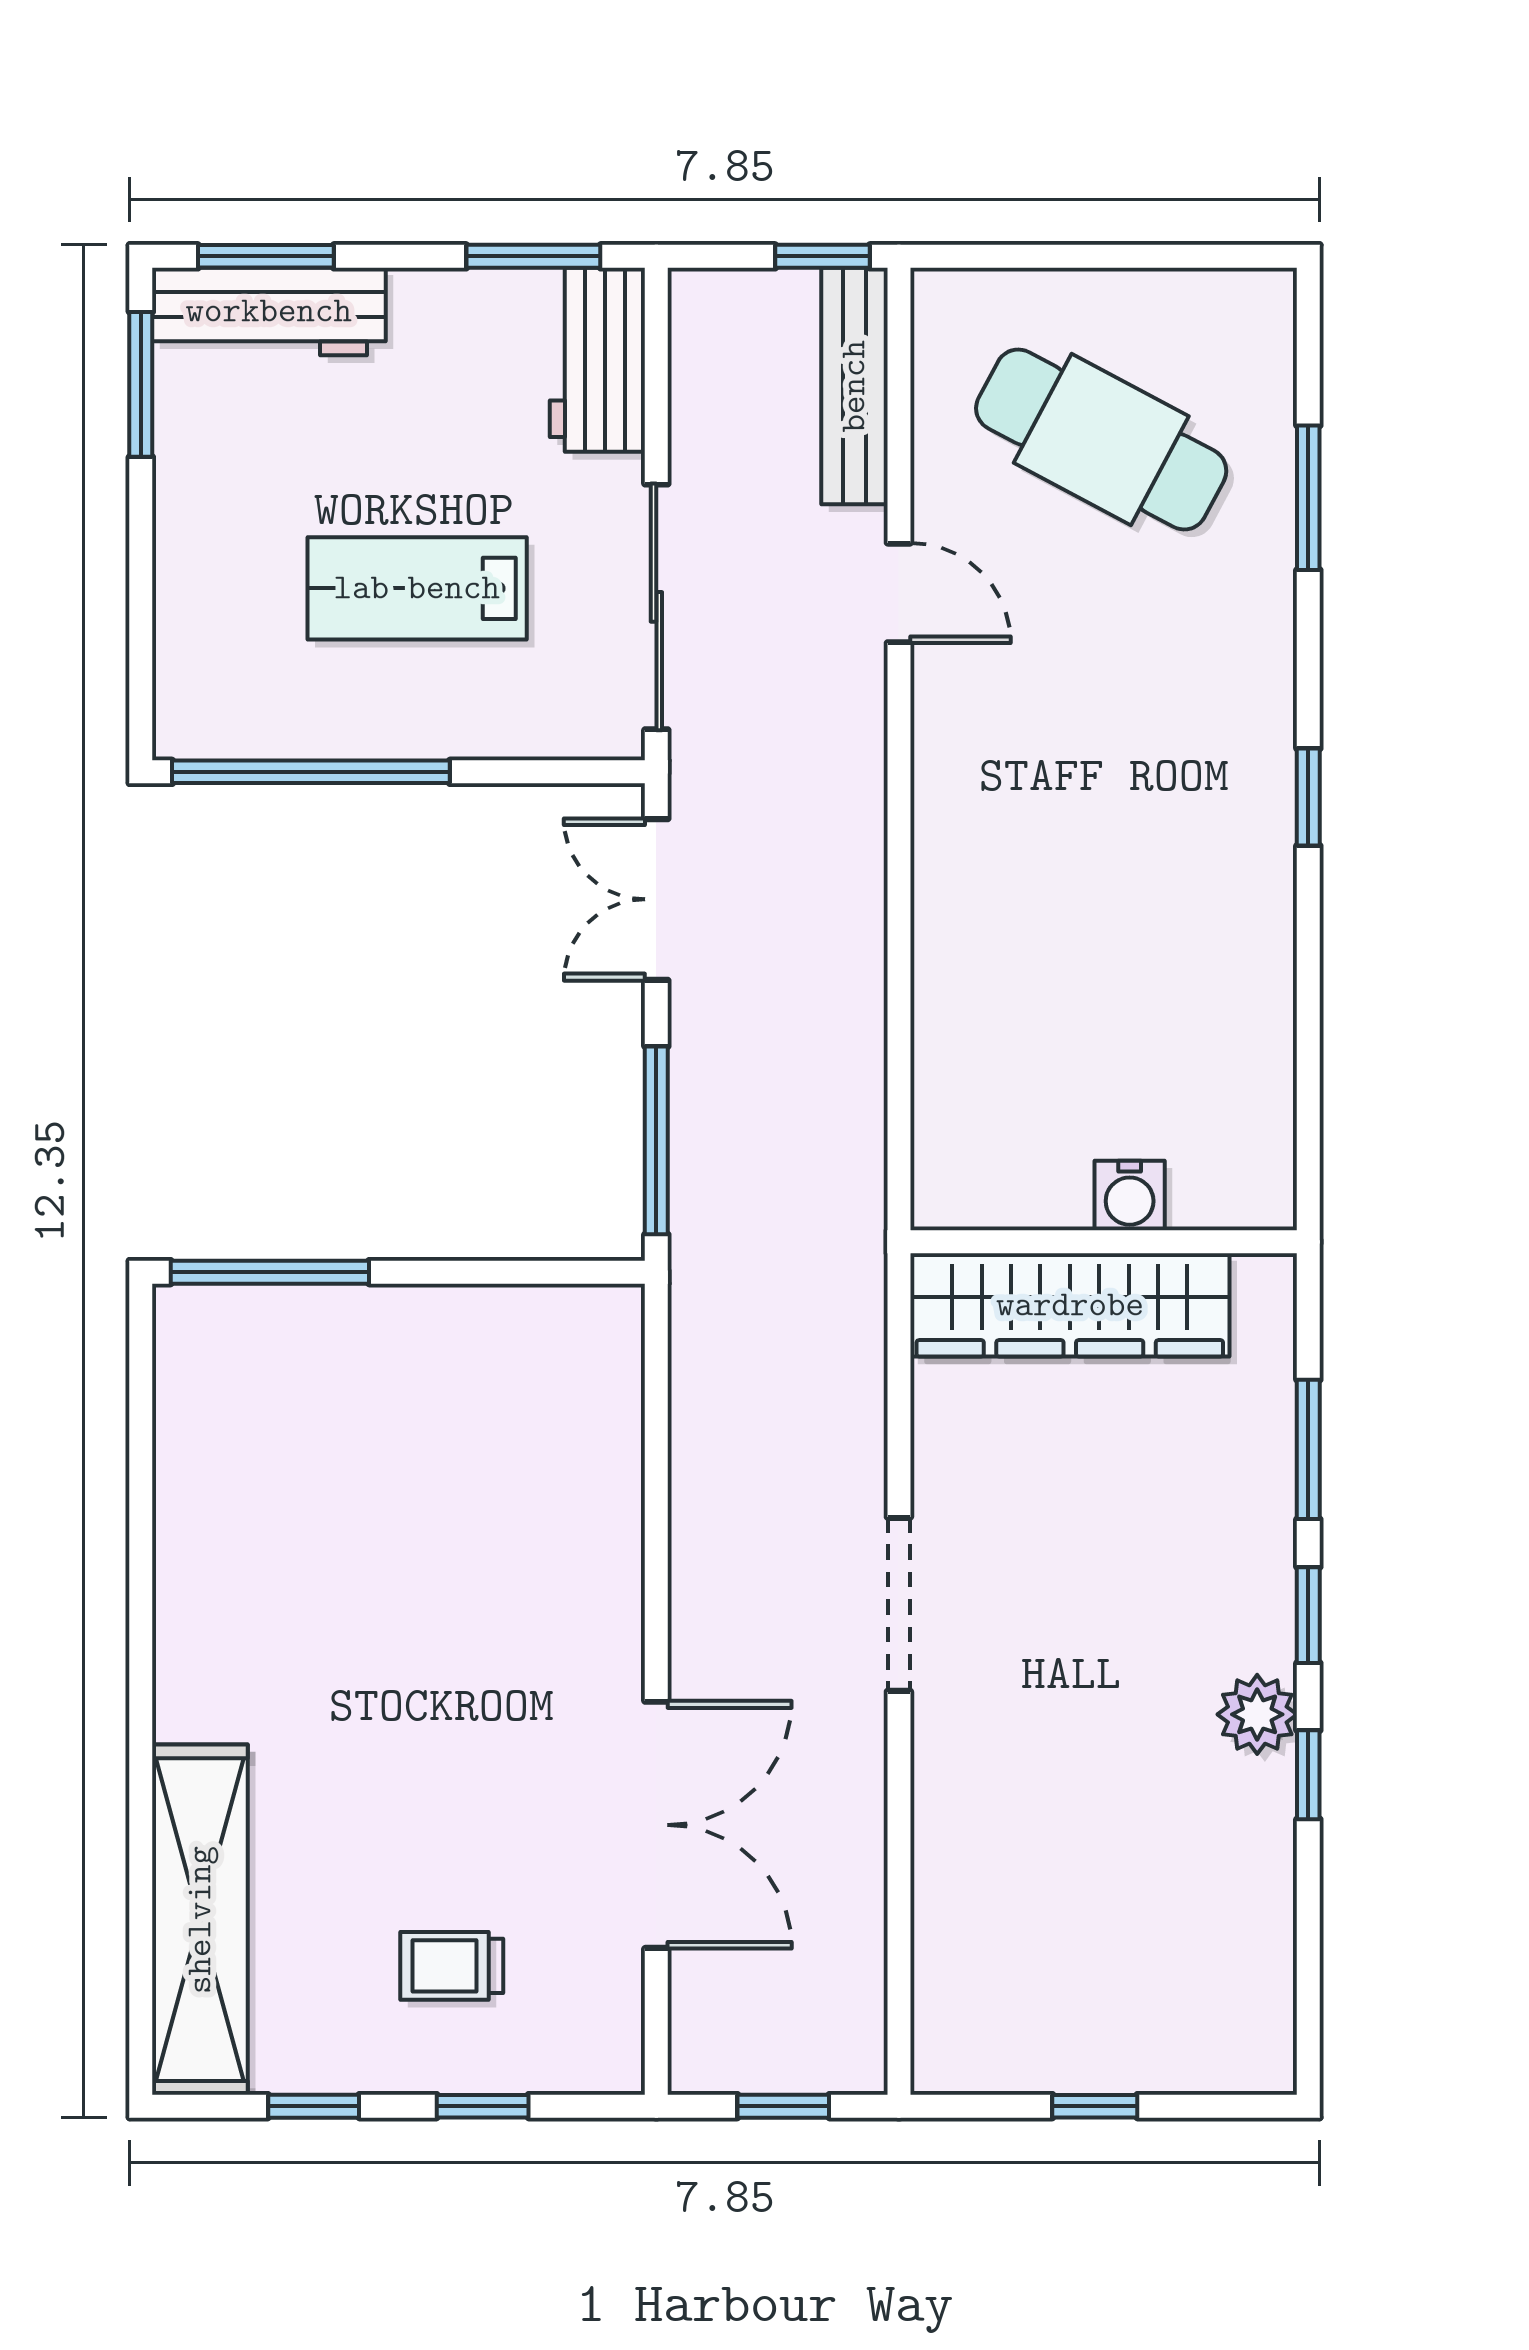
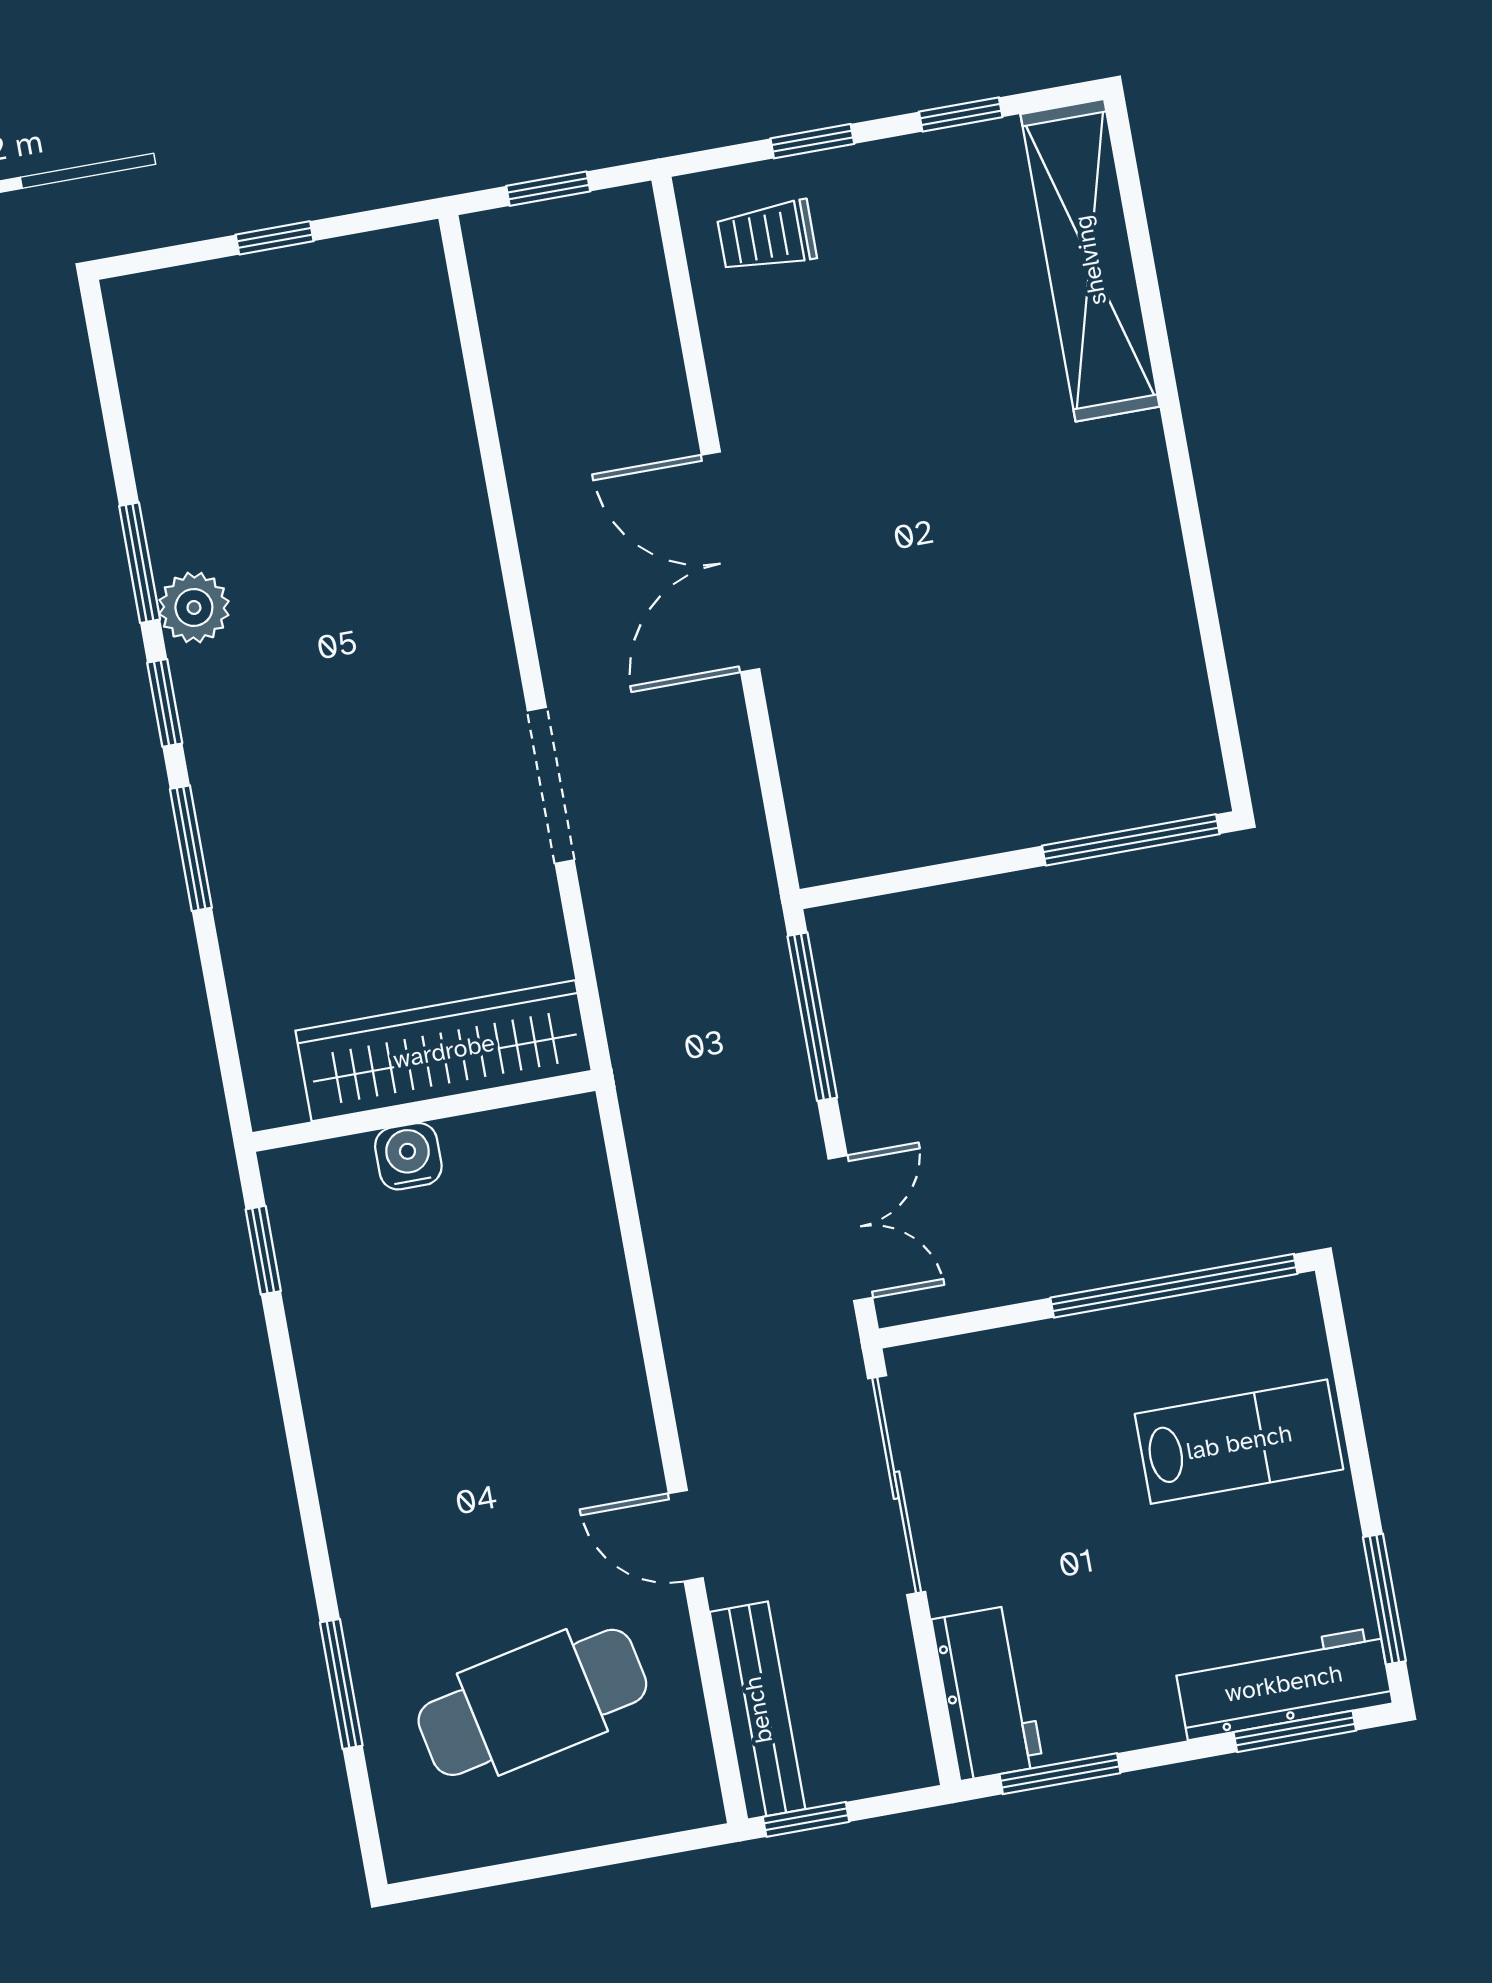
cafe table: (1101, 440) -> (532, 1702), turned -40
lab bench: (417, 588) -> (1239, 1442), moved
window: (1308, 797) -> (263, 1250), moved
water cooler: (1130, 1195) -> (408, 1156), moved
wall: (1104, 1242) -> (424, 1111), moved
wardrobe: (1070, 1305) -> (444, 1051), moved
doorway: (899, 1604) -> (551, 785), moved
window: (1308, 1775) -> (140, 563), width x1.50
double door: (656, 1825) -> (730, 562), moved
trolley: (452, 1966) -> (767, 236), moved, turned 180

